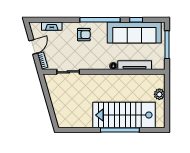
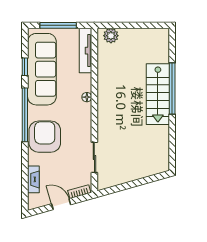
armchair: (84, 35) -> (45, 137), width x1.88, depth x1.88
tv unit: (135, 65) -> (86, 51), moved
plant: (159, 94) -> (111, 36), moved
stairs: (124, 115) -> (158, 94), width x0.73, depth x0.66

